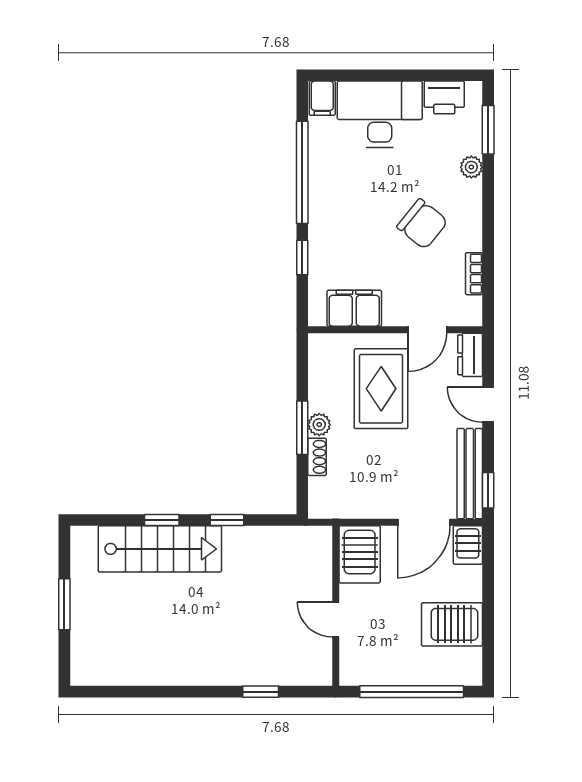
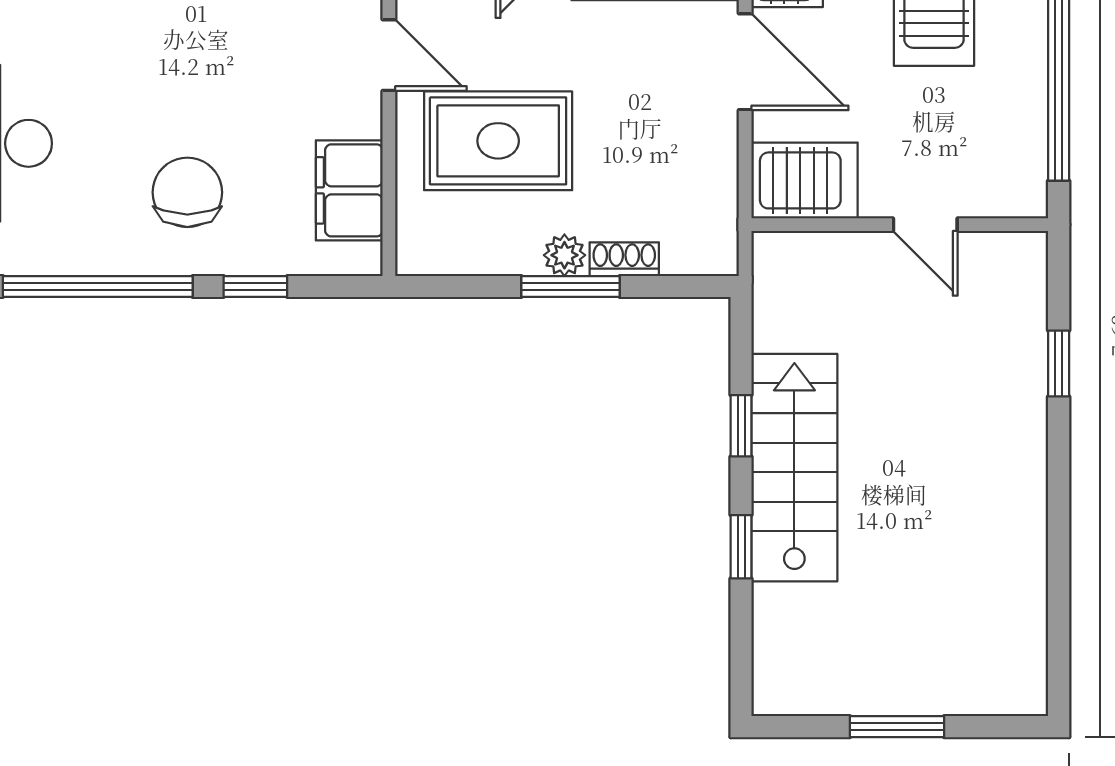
chair: (422, 224) -> (187, 192), moved, turned -39
stairs: (160, 549) -> (794, 468), moved
door: (336, 620) -> (925, 225), hinge flipped

